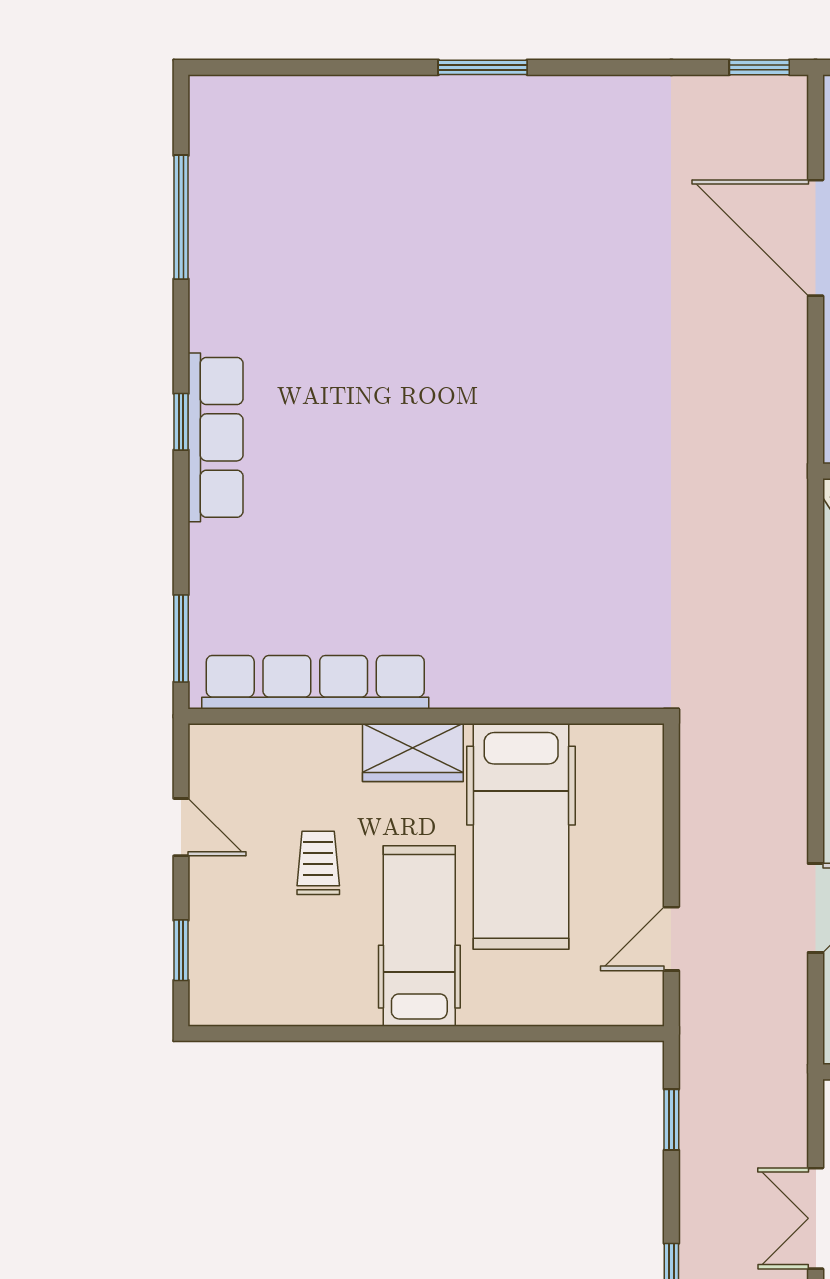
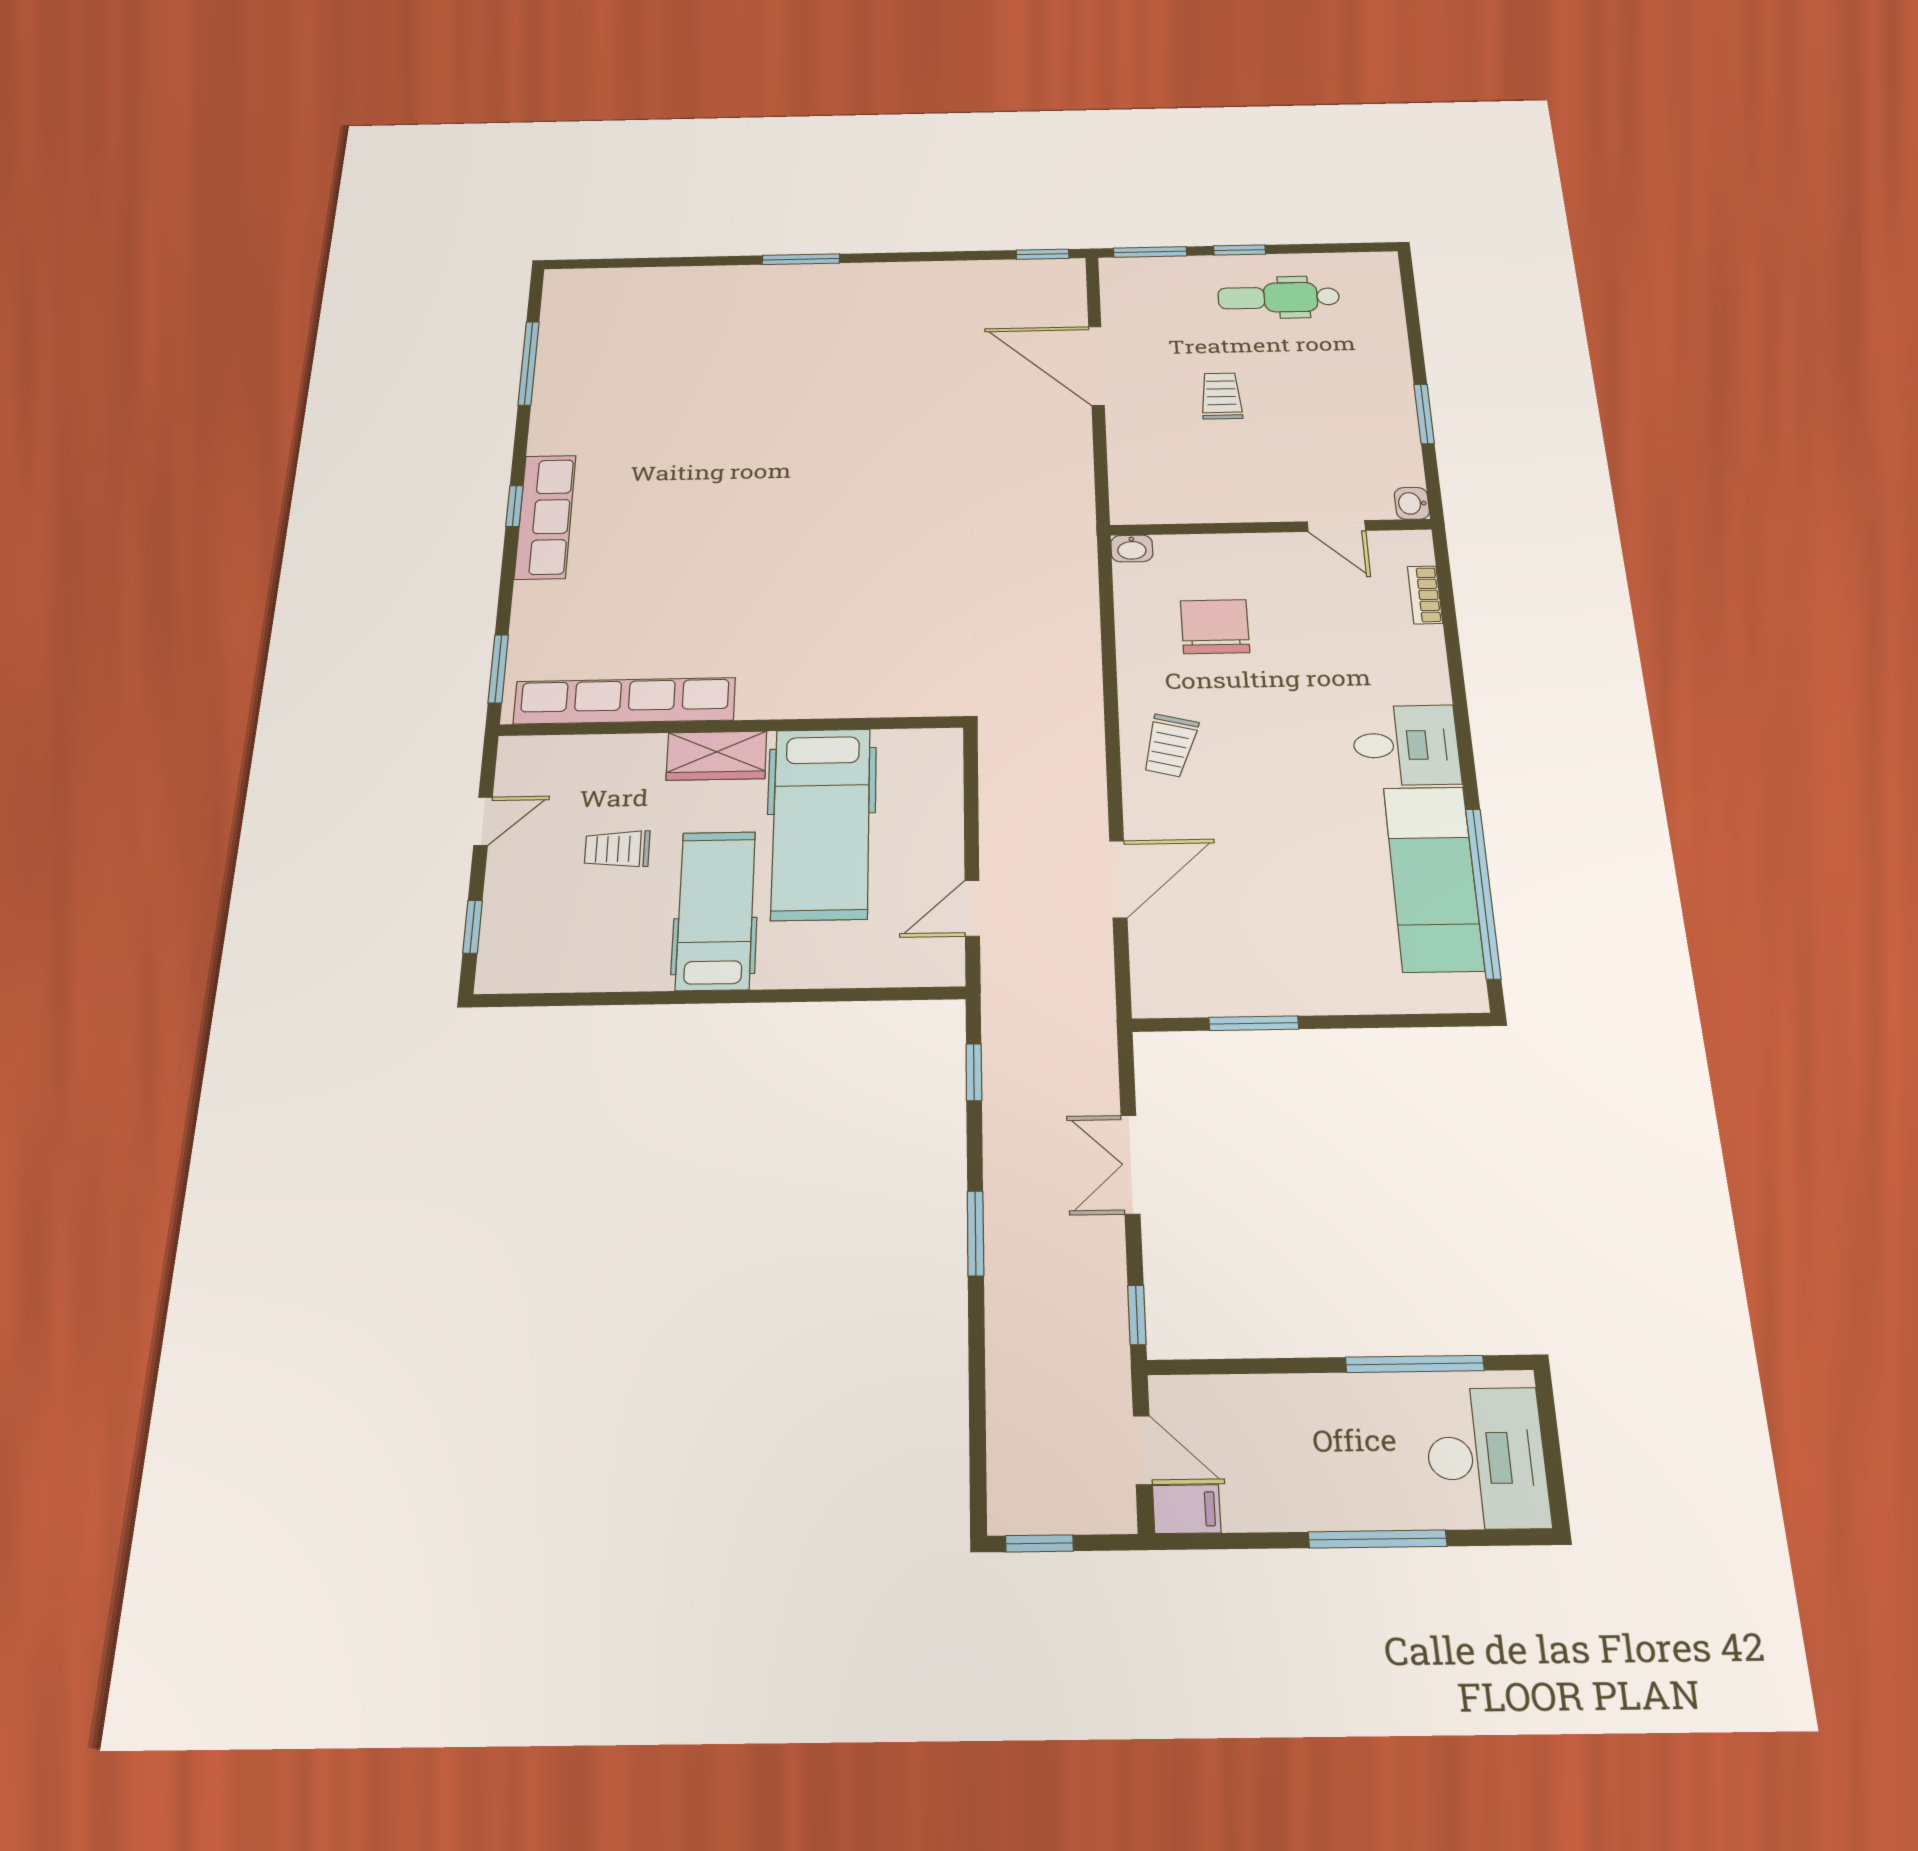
door: (181, 827) -> (483, 821), hinge flipped
trolley: (318, 863) -> (617, 849), turned -90

